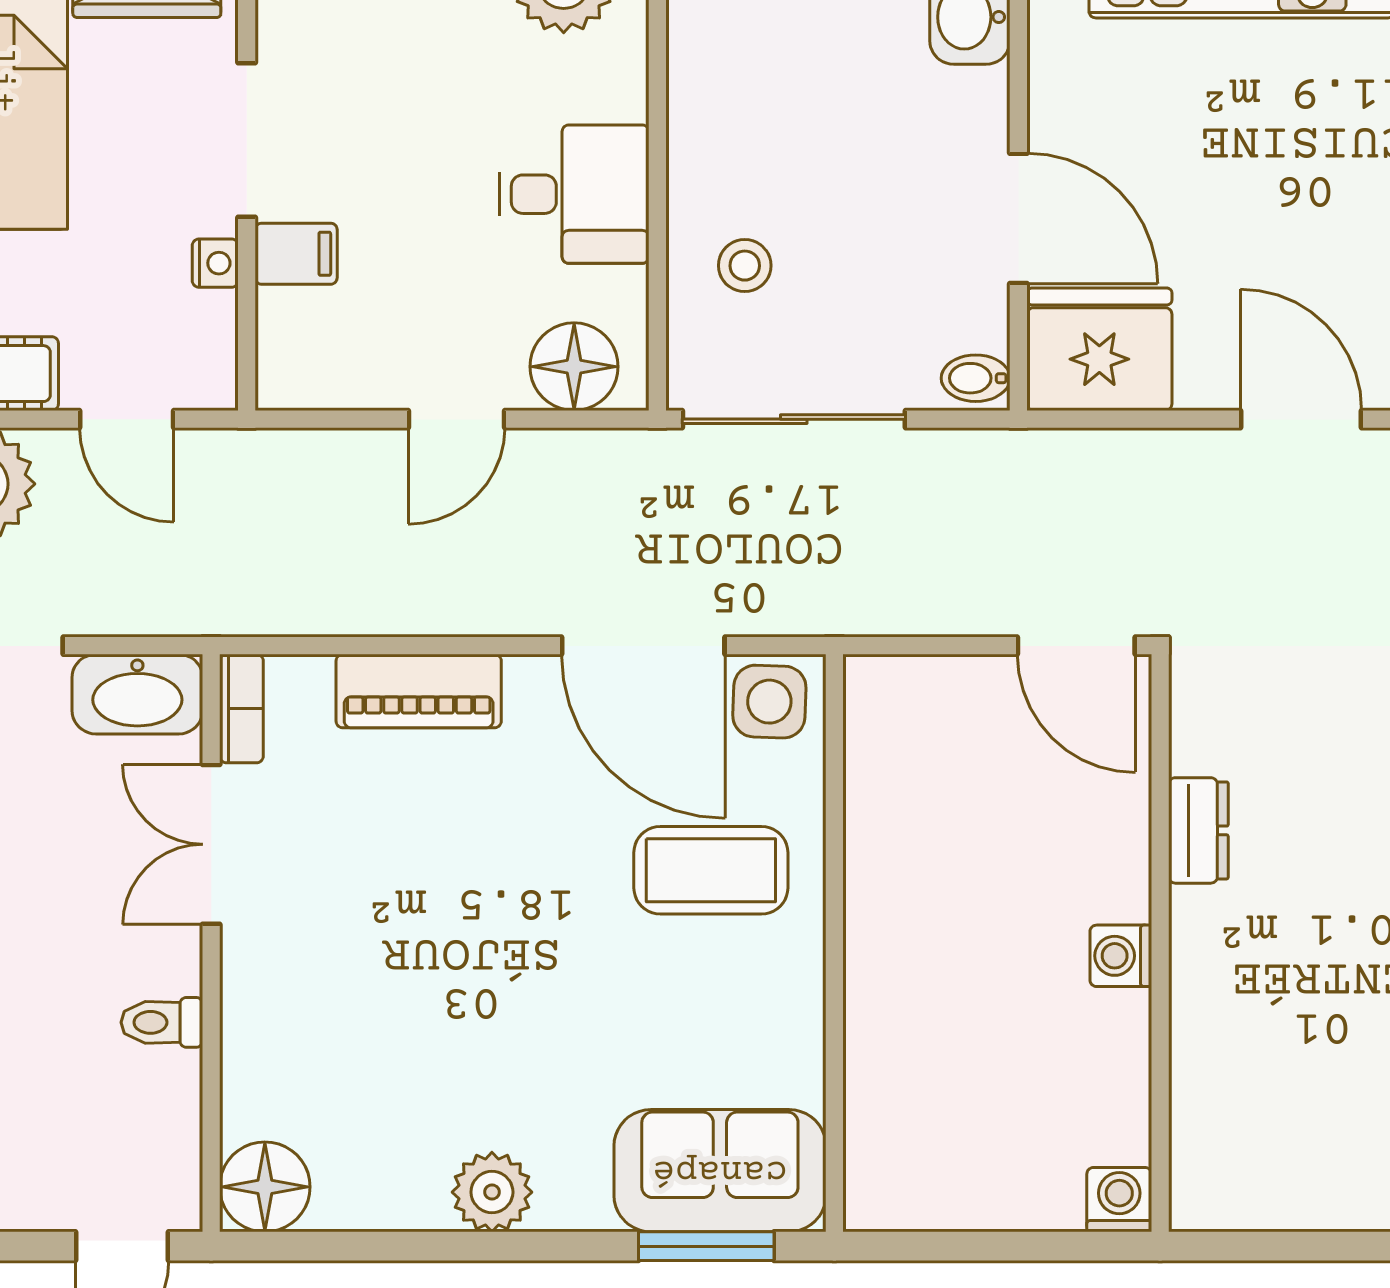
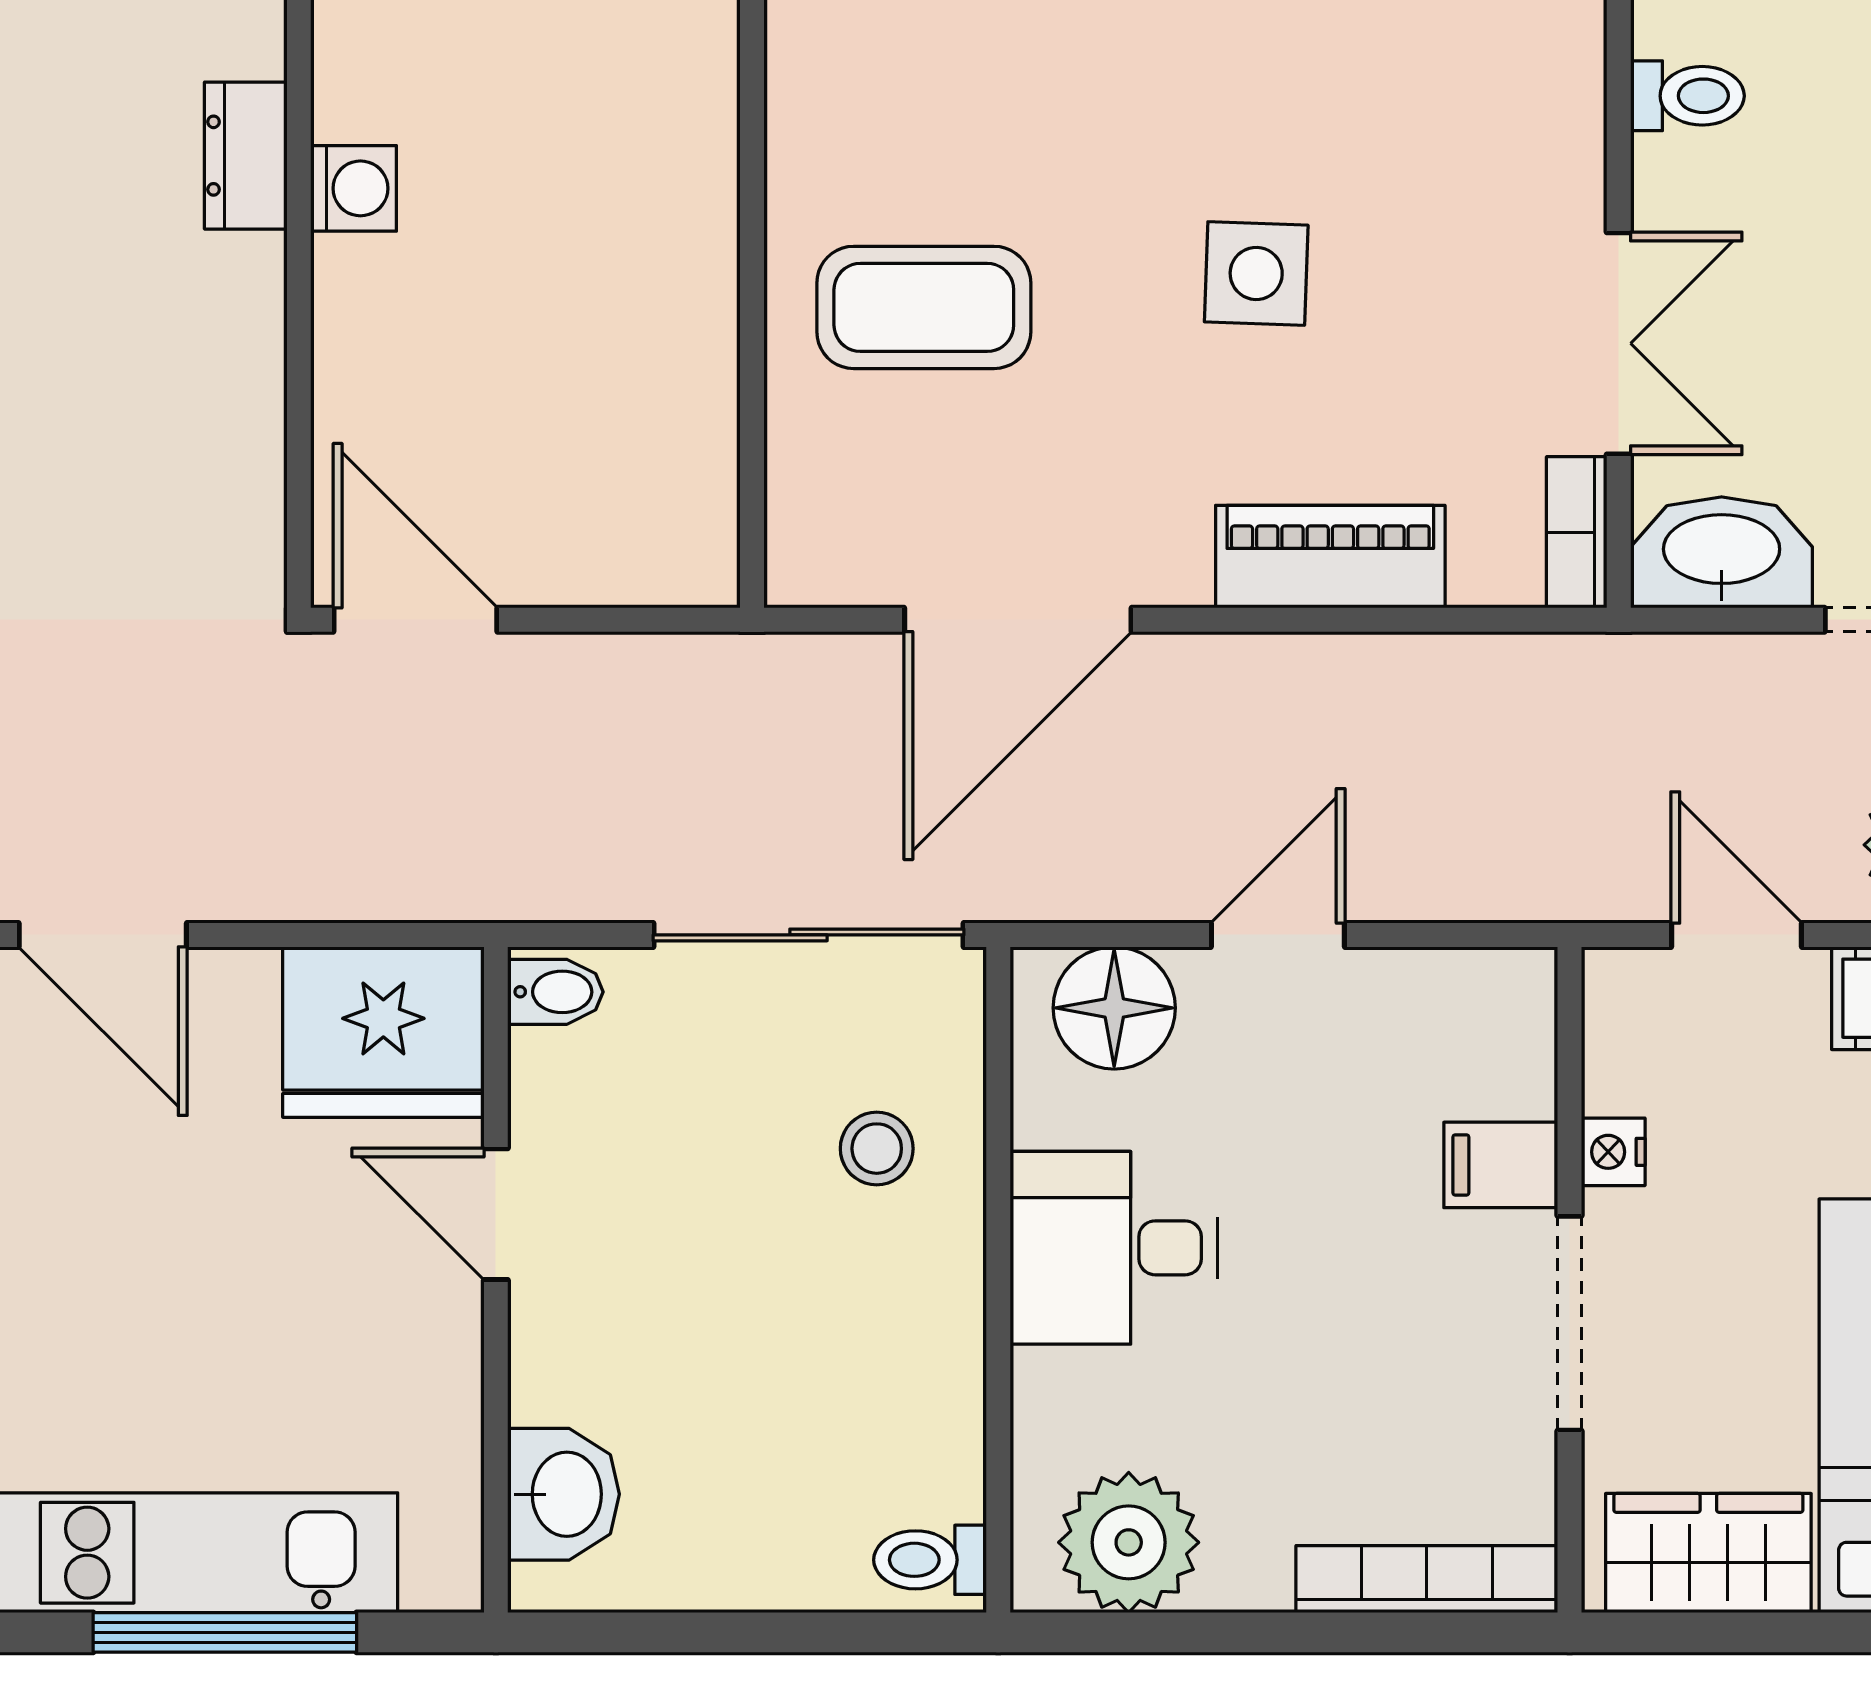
door: (1018, 218) -> (496, 1214), width x0.73
door: (643, 646) -> (1018, 620), swing flipped
side table: (769, 702) -> (1256, 273), moved
dresser: (1198, 830) -> (246, 156), moved

